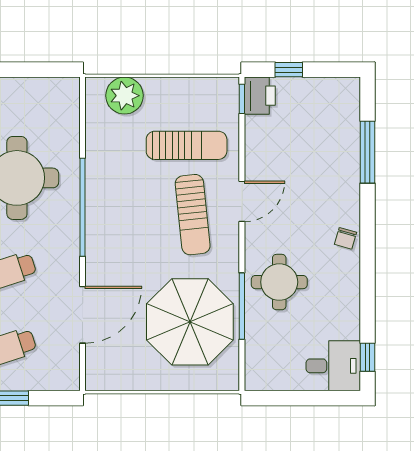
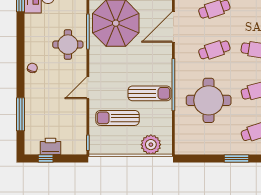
window: (289, 70) -> (46, 158), moved
printer: (260, 96) -> (51, 146), moved, turned 90
sun lounger: (193, 215) -> (150, 93), moved, turned 96

